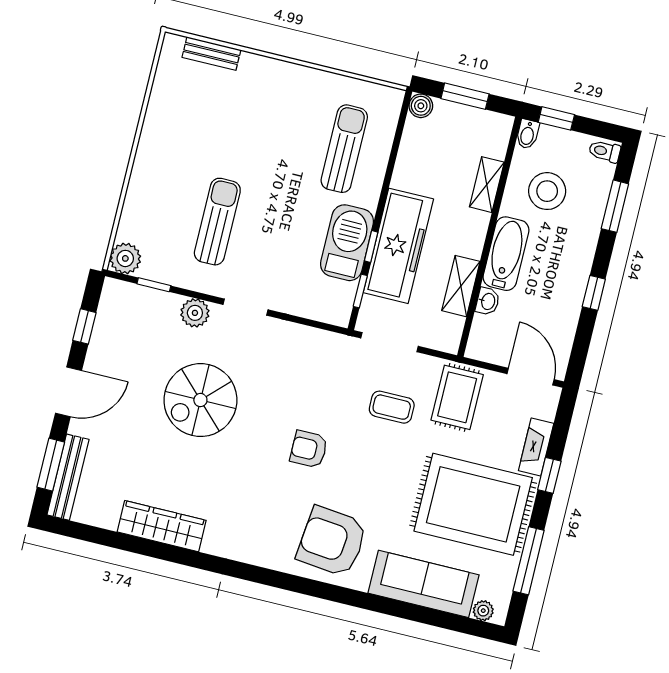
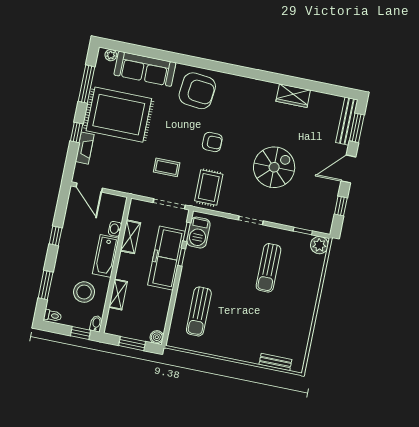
barbecue: (347, 243) -> (198, 233), moved, width x0.73, depth x0.83
plant: (195, 313) -> (279, 216), removed
rug: (457, 397) -> (209, 188), moved
wardrobe: (162, 526) -> (293, 96), width x0.67

